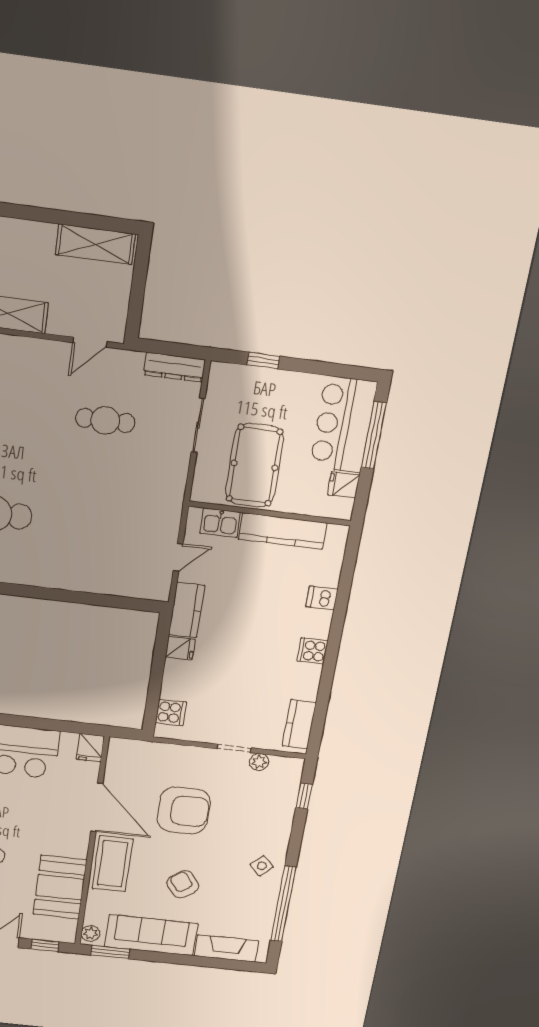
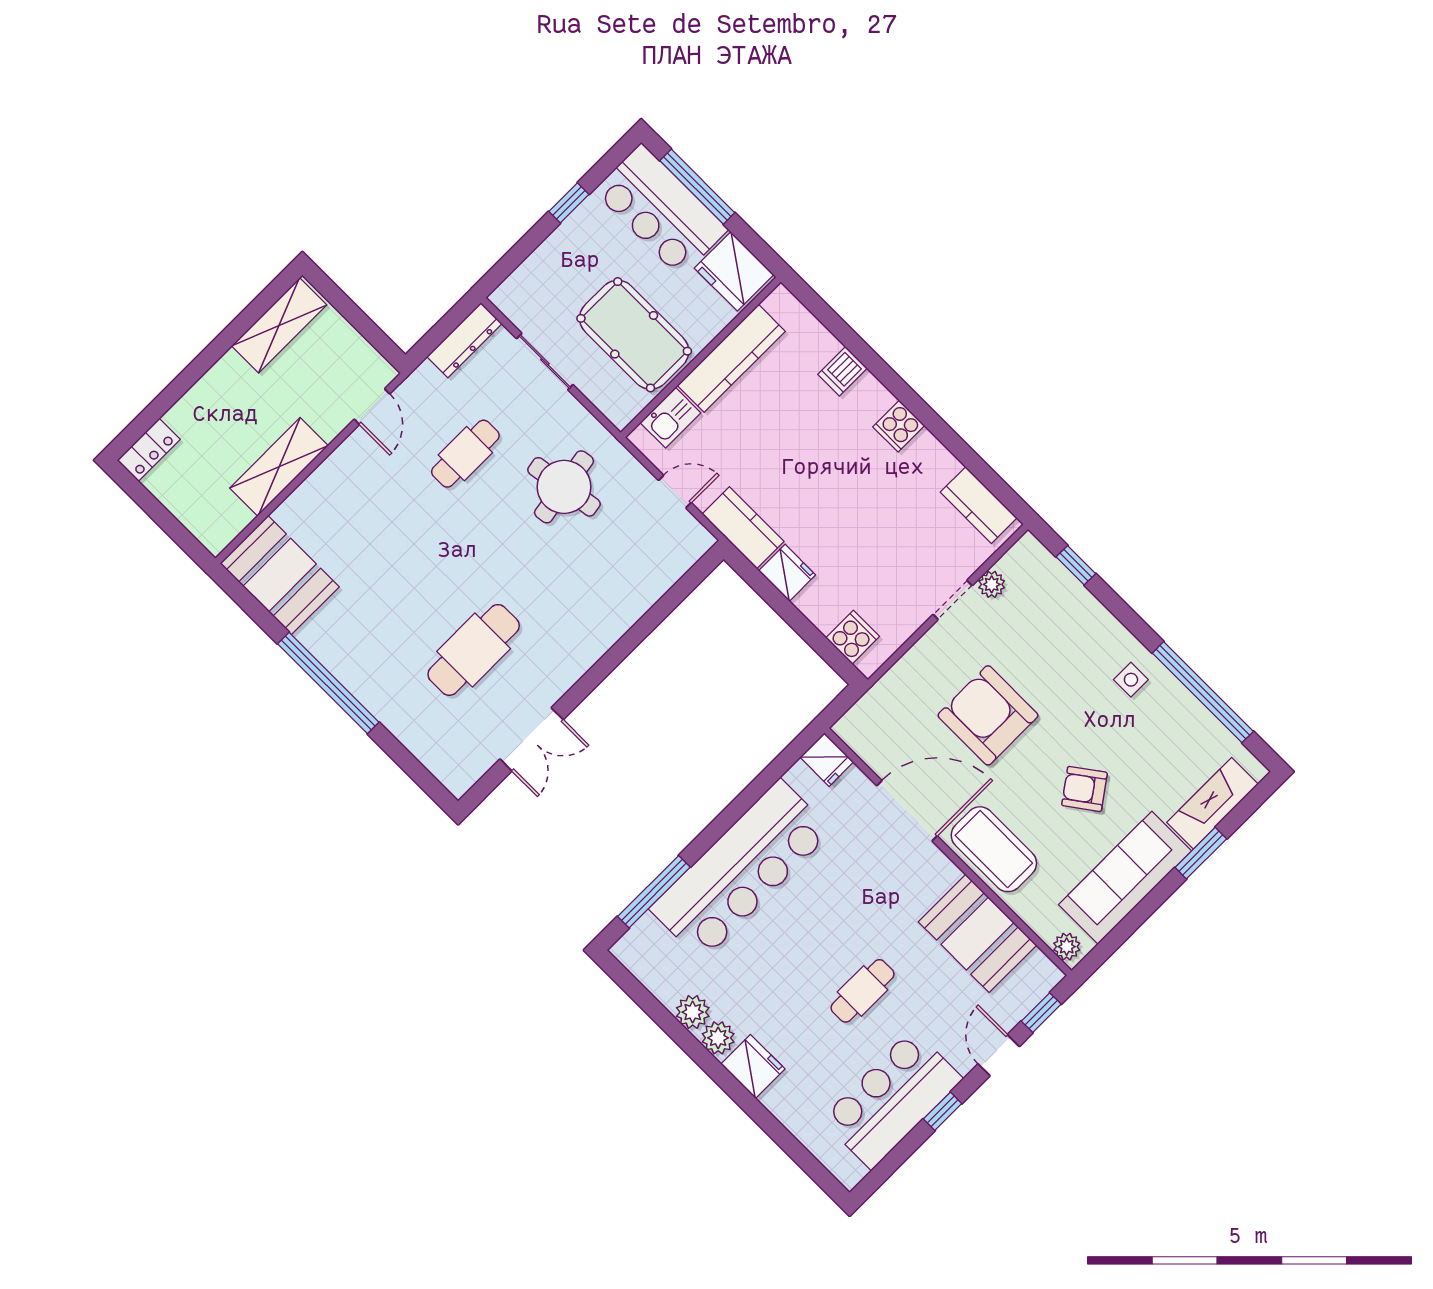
window: (263, 361) -> (569, 203), moved
fridge: (344, 485) -> (734, 271), width x1.88, depth x1.34
round table: (131, 493) -> (564, 487), added
door: (178, 557) -> (675, 492), hinge flipped
fridge: (180, 648) -> (787, 573), width x1.38
armchair: (184, 811) -> (988, 715), turned -90
side table: (262, 866) -> (1131, 680), turned 45
window: (110, 952) -> (1201, 853), moved

